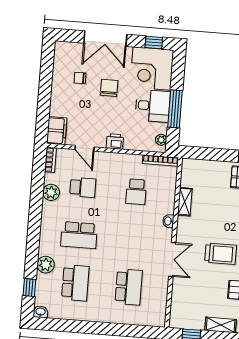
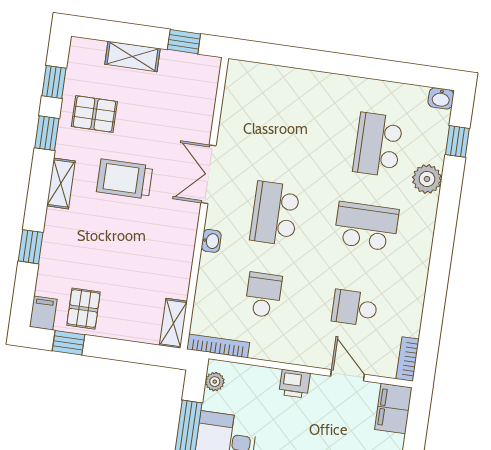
plant: (51, 192) -> (410, 303), removed
shelving: (185, 202) -> (173, 323), moved
school desk: (129, 287) -> (275, 213), moved

